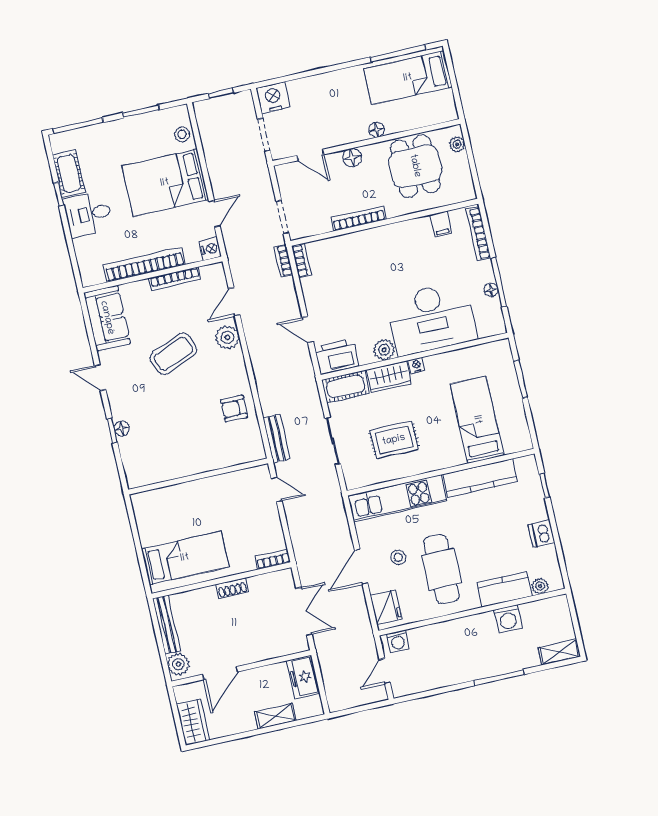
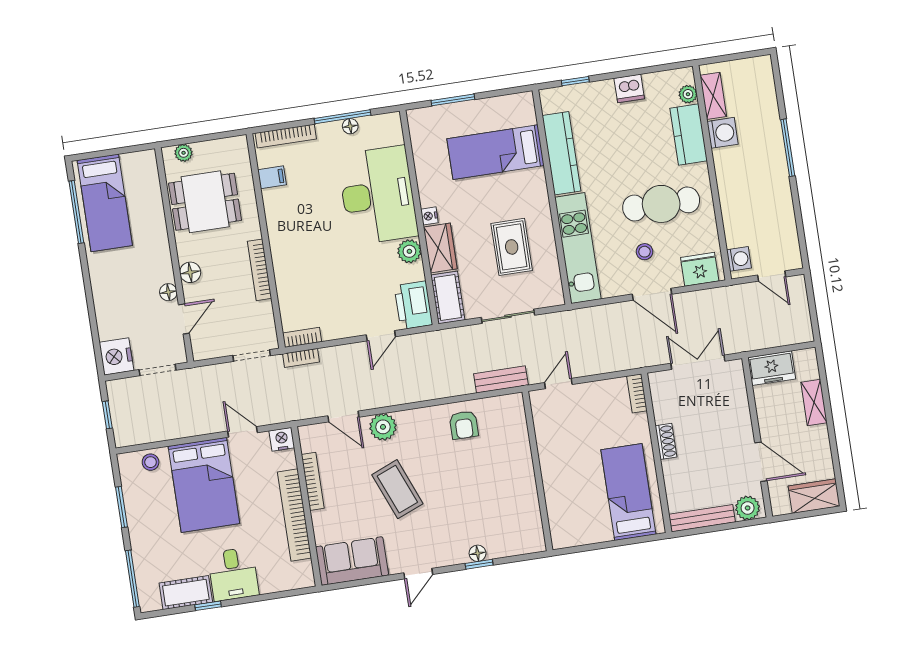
floor lamp: (377, 130) -> (168, 292), moved
shelving: (559, 652) -> (713, 96), moved

